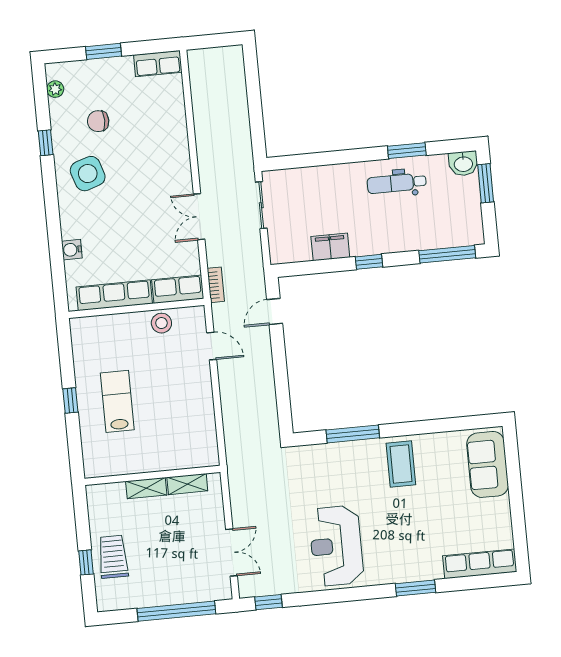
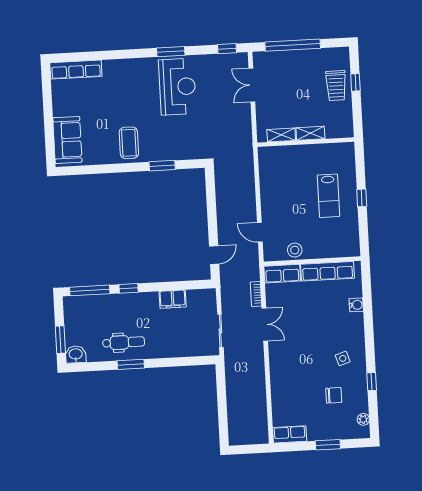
window: (407, 151) -> (131, 364), moved
side table: (88, 174) -> (343, 358), width x0.54, depth x0.54
window: (369, 262) -> (129, 288), moved
bookcase: (216, 285) -> (256, 294), moved
window: (353, 434) -> (162, 166), width x0.69
window: (416, 588) -> (171, 52), moved

